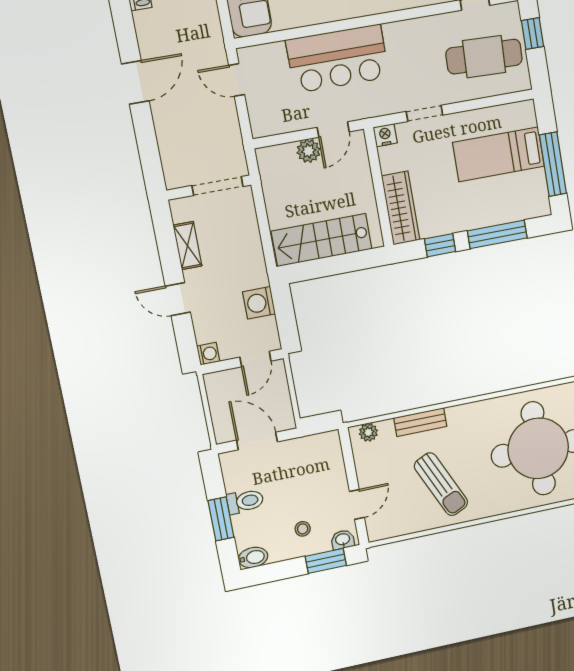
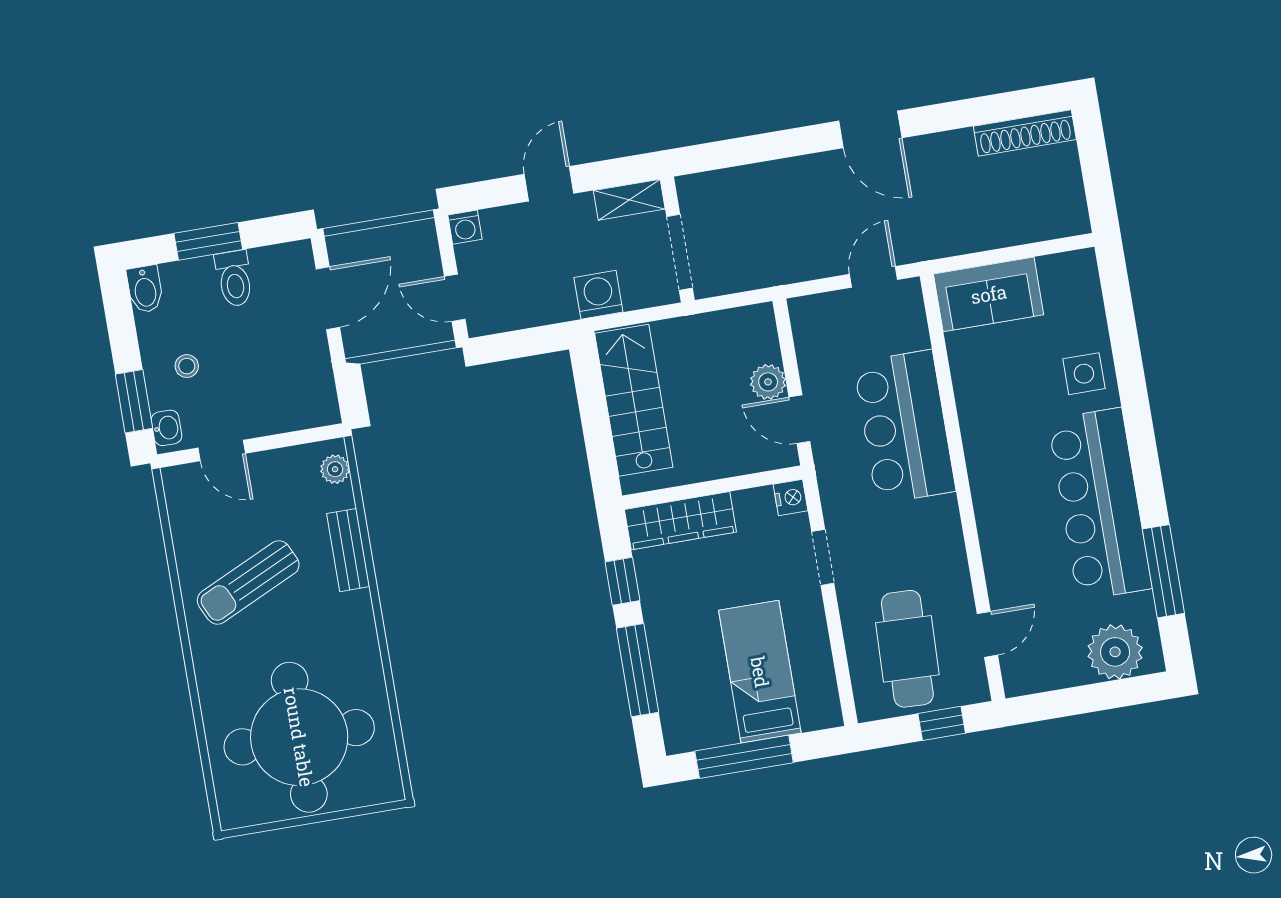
doorway: (218, 186) -> (680, 252), moved
wall: (209, 188) -> (677, 240), moved
washing machine: (259, 303) -> (598, 295), moved

